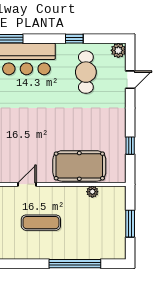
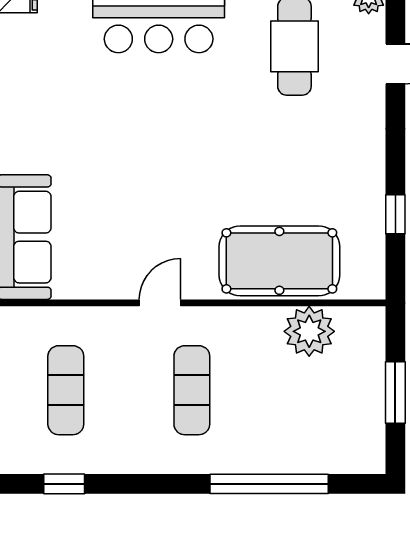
plant: (92, 192) -> (309, 331), width x1.88, depth x1.88
exercise mat: (41, 223) -> (192, 390), turned 90

